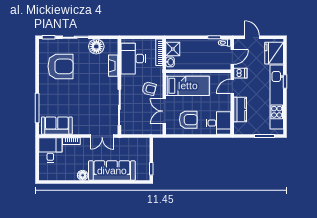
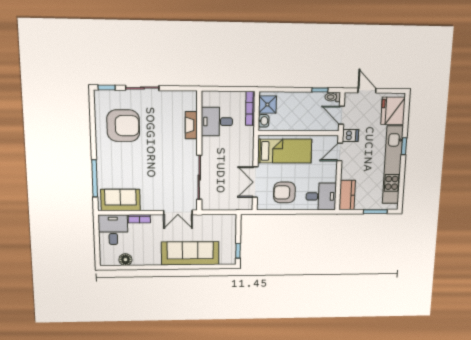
floor lamp: (96, 47) -> (169, 100), removed
door: (232, 57) -> (341, 115), swing flipped
desk: (133, 59) -> (217, 122), width x0.73
armchair: (149, 89) -> (237, 154), removed
kitchen counter: (240, 109) -> (347, 195), moved
armchair: (188, 120) -> (284, 192), turned 180
floor lamp: (83, 175) -> (125, 260), moved

